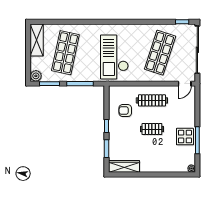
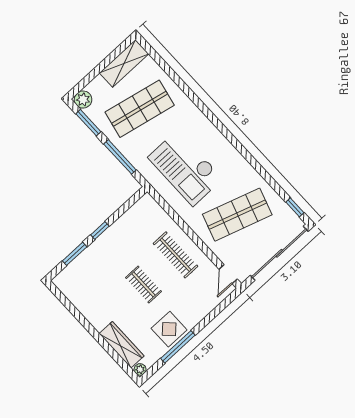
checkout: (114, 57) -> (185, 168), turned -90
door: (185, 84) -> (228, 274), hinge flipped
armchair: (125, 111) -> (137, 235), removed
wardrobe: (124, 166) -> (122, 345), moved

